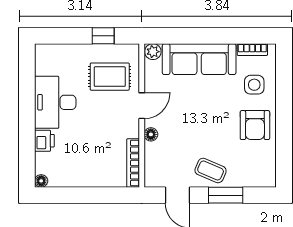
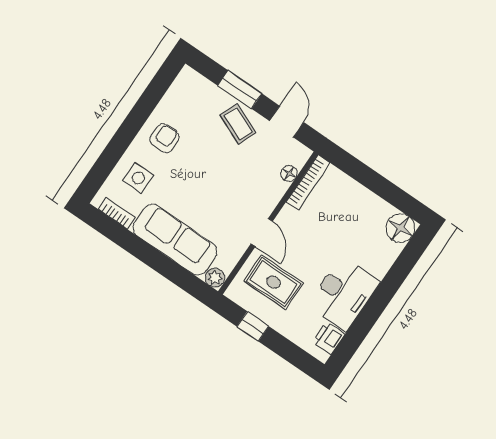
door: (142, 106) -> (262, 233), swing flipped
armchair: (255, 125) -> (165, 138), width x0.72, depth x0.72
floor lamp: (151, 134) -> (289, 173), moved
printer: (44, 141) -> (329, 338), moved
floor lamp: (41, 181) -> (400, 228), width x1.89, depth x1.89

